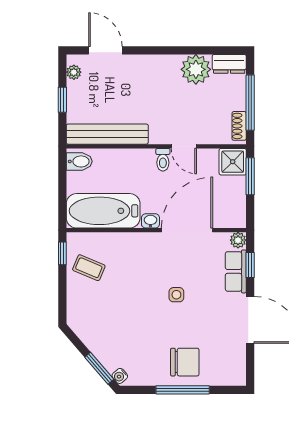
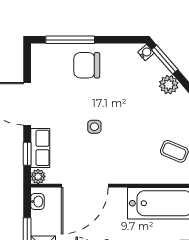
washbasin: (150, 221) -> (37, 202), moved, turned -90
plant: (95, 341) -> (169, 85), added
window: (183, 390) -> (70, 40), moved

